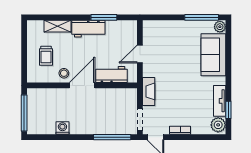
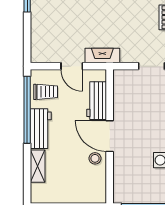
window: (104, 17) -> (27, 110), width x2.11
trolley: (46, 56) -> (46, 92), moved
fireplace: (149, 91) -> (102, 55), moved

